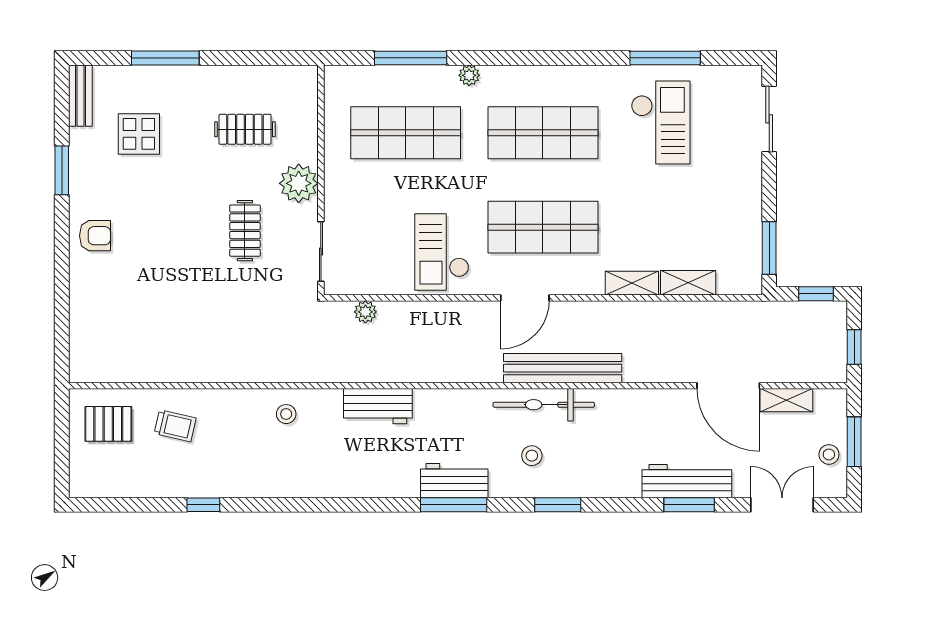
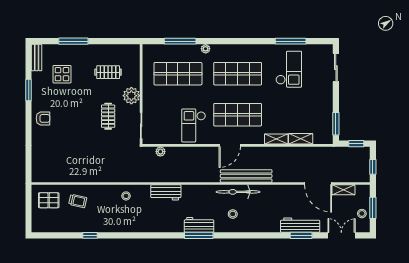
window: (558, 505) -> (244, 235), removed

